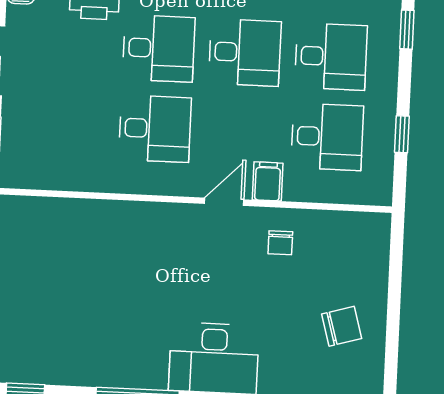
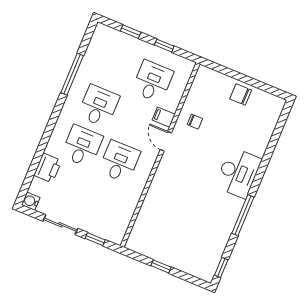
window: (407, 30) -> (131, 32), moved
desk: (331, 57) -> (115, 66), removed
chair: (342, 326) -> (241, 94), moved, turned -74

